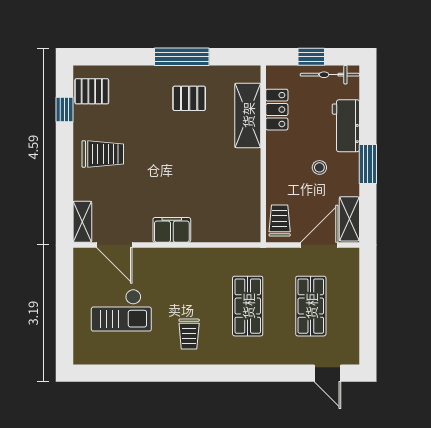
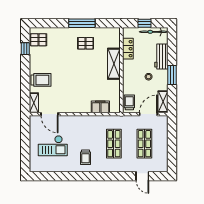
shelving: (248, 115) -> (114, 64), moved
trolley: (103, 154) -> (41, 80), moved
filing cabinet: (172, 230) -> (100, 107), moved
door: (327, 373) -> (142, 176), moved

